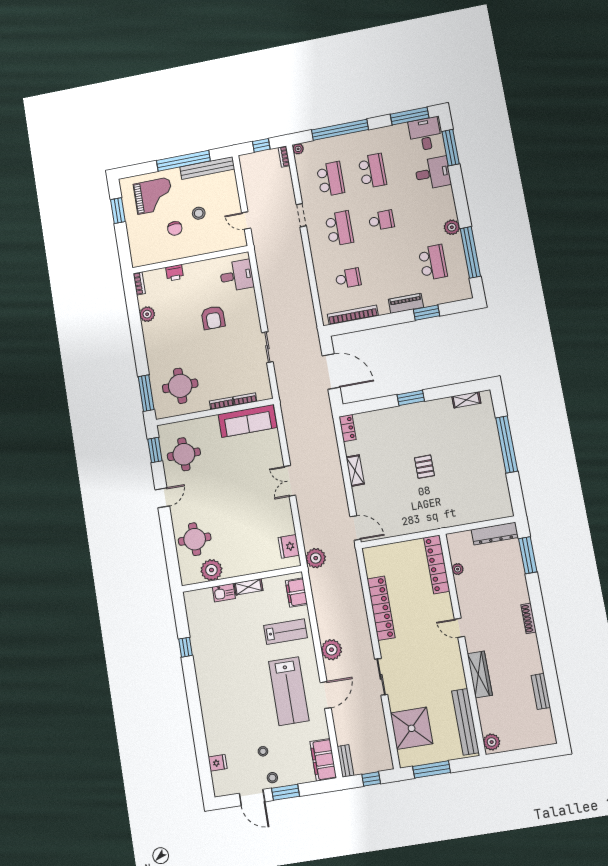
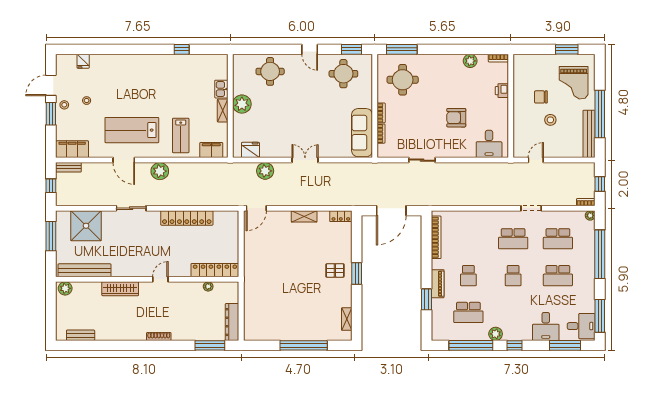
window: (461, 204) -> (514, 345), added
school desk: (348, 278) -> (468, 276), moved
pallet: (424, 467) -> (335, 270), moved
plant: (316, 558) -> (265, 171), moved
plant: (211, 570) -> (242, 104), moved
bench: (541, 691) -> (81, 335), moved

